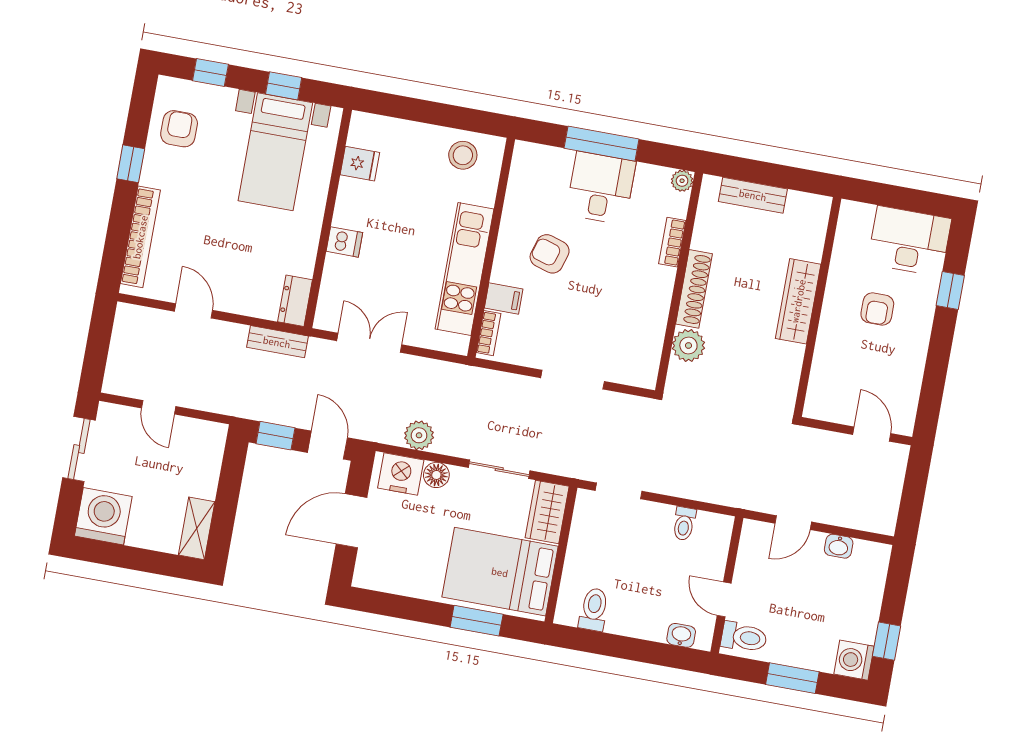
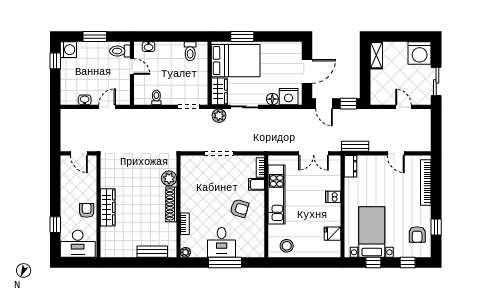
window: (131, 164) -> (436, 227), moved
wardrobe: (798, 301) -> (108, 207), moved
wall: (817, 307) -> (98, 206), moved
plant: (419, 435) -> (219, 116), moved

